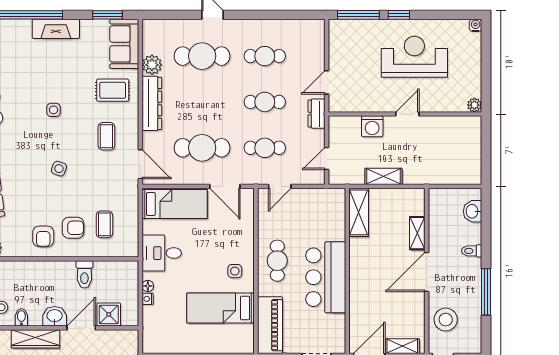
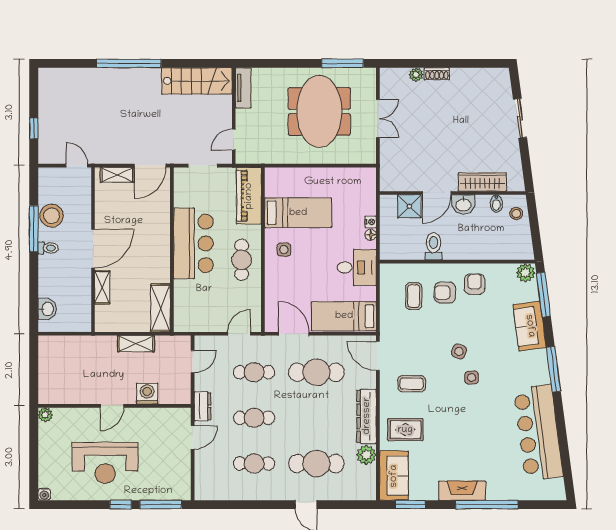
side table: (54, 110) -> (472, 378), moved
coffee table: (106, 136) -> (412, 384), turned 90
toilet: (472, 251) -> (48, 248), moved
stool: (446, 320) -> (52, 216), moved

